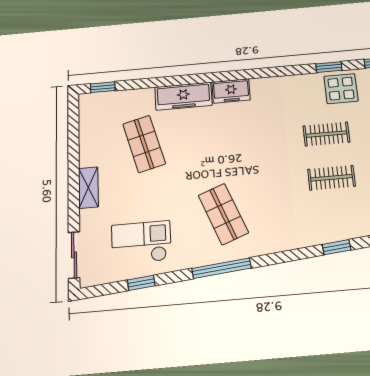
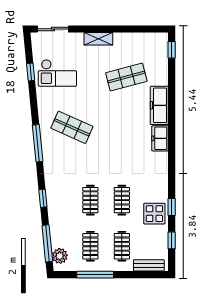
shop shelf: (223, 214) -> (72, 127), turned 45
checkout: (141, 242) -> (57, 73), turned 90
window: (221, 268) -> (38, 143), moved

